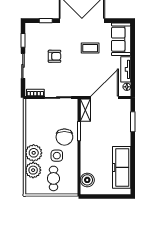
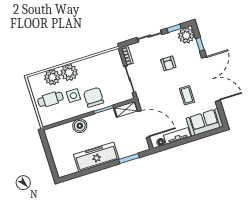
plant: (33, 31) -> (186, 35), added
chair: (64, 137) -> (94, 97), turned 90
freezer: (122, 167) -> (96, 157), moved
boiler: (87, 180) -> (80, 126), moved

